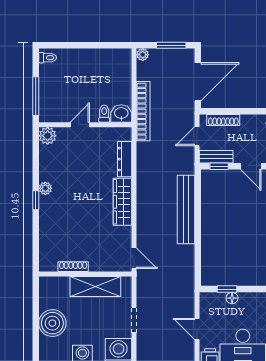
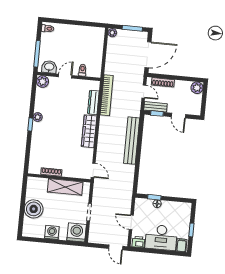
bookcase: (143, 111) -> (107, 95), moved
washbasin: (121, 113) -> (49, 67), moved
door: (197, 136) -> (144, 92), swing flipped

